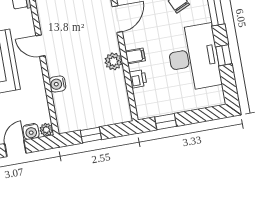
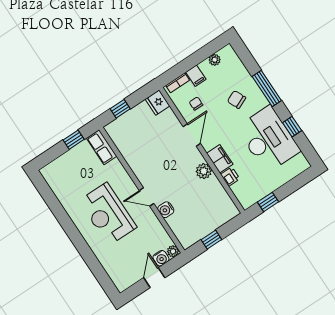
door: (40, 46) -> (147, 197), moved
filing cabinet: (135, 56) -> (220, 159), width x2.00

